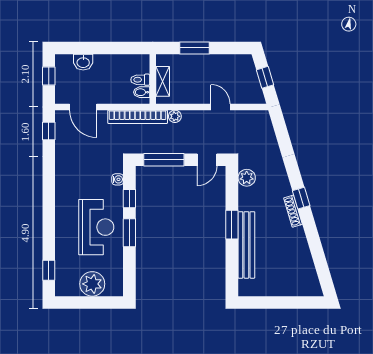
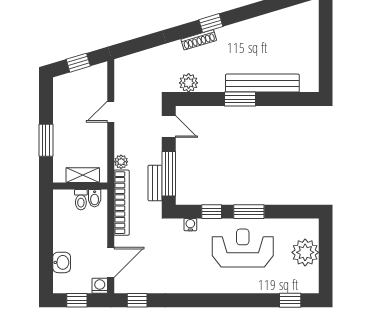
washing machine: (62, 97) -> (100, 286), added
bench: (155, 147) -> (155, 183), added
shoe rack: (293, 211) -> (199, 40), moved

